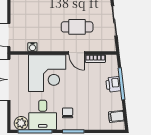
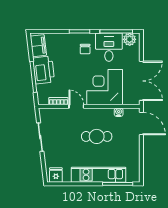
cafe table: (77, 27) -> (97, 136), moved
printer: (113, 84) -> (44, 70), width x1.87, depth x1.48
filing cabinet: (116, 116) -> (38, 46), width x2.00

